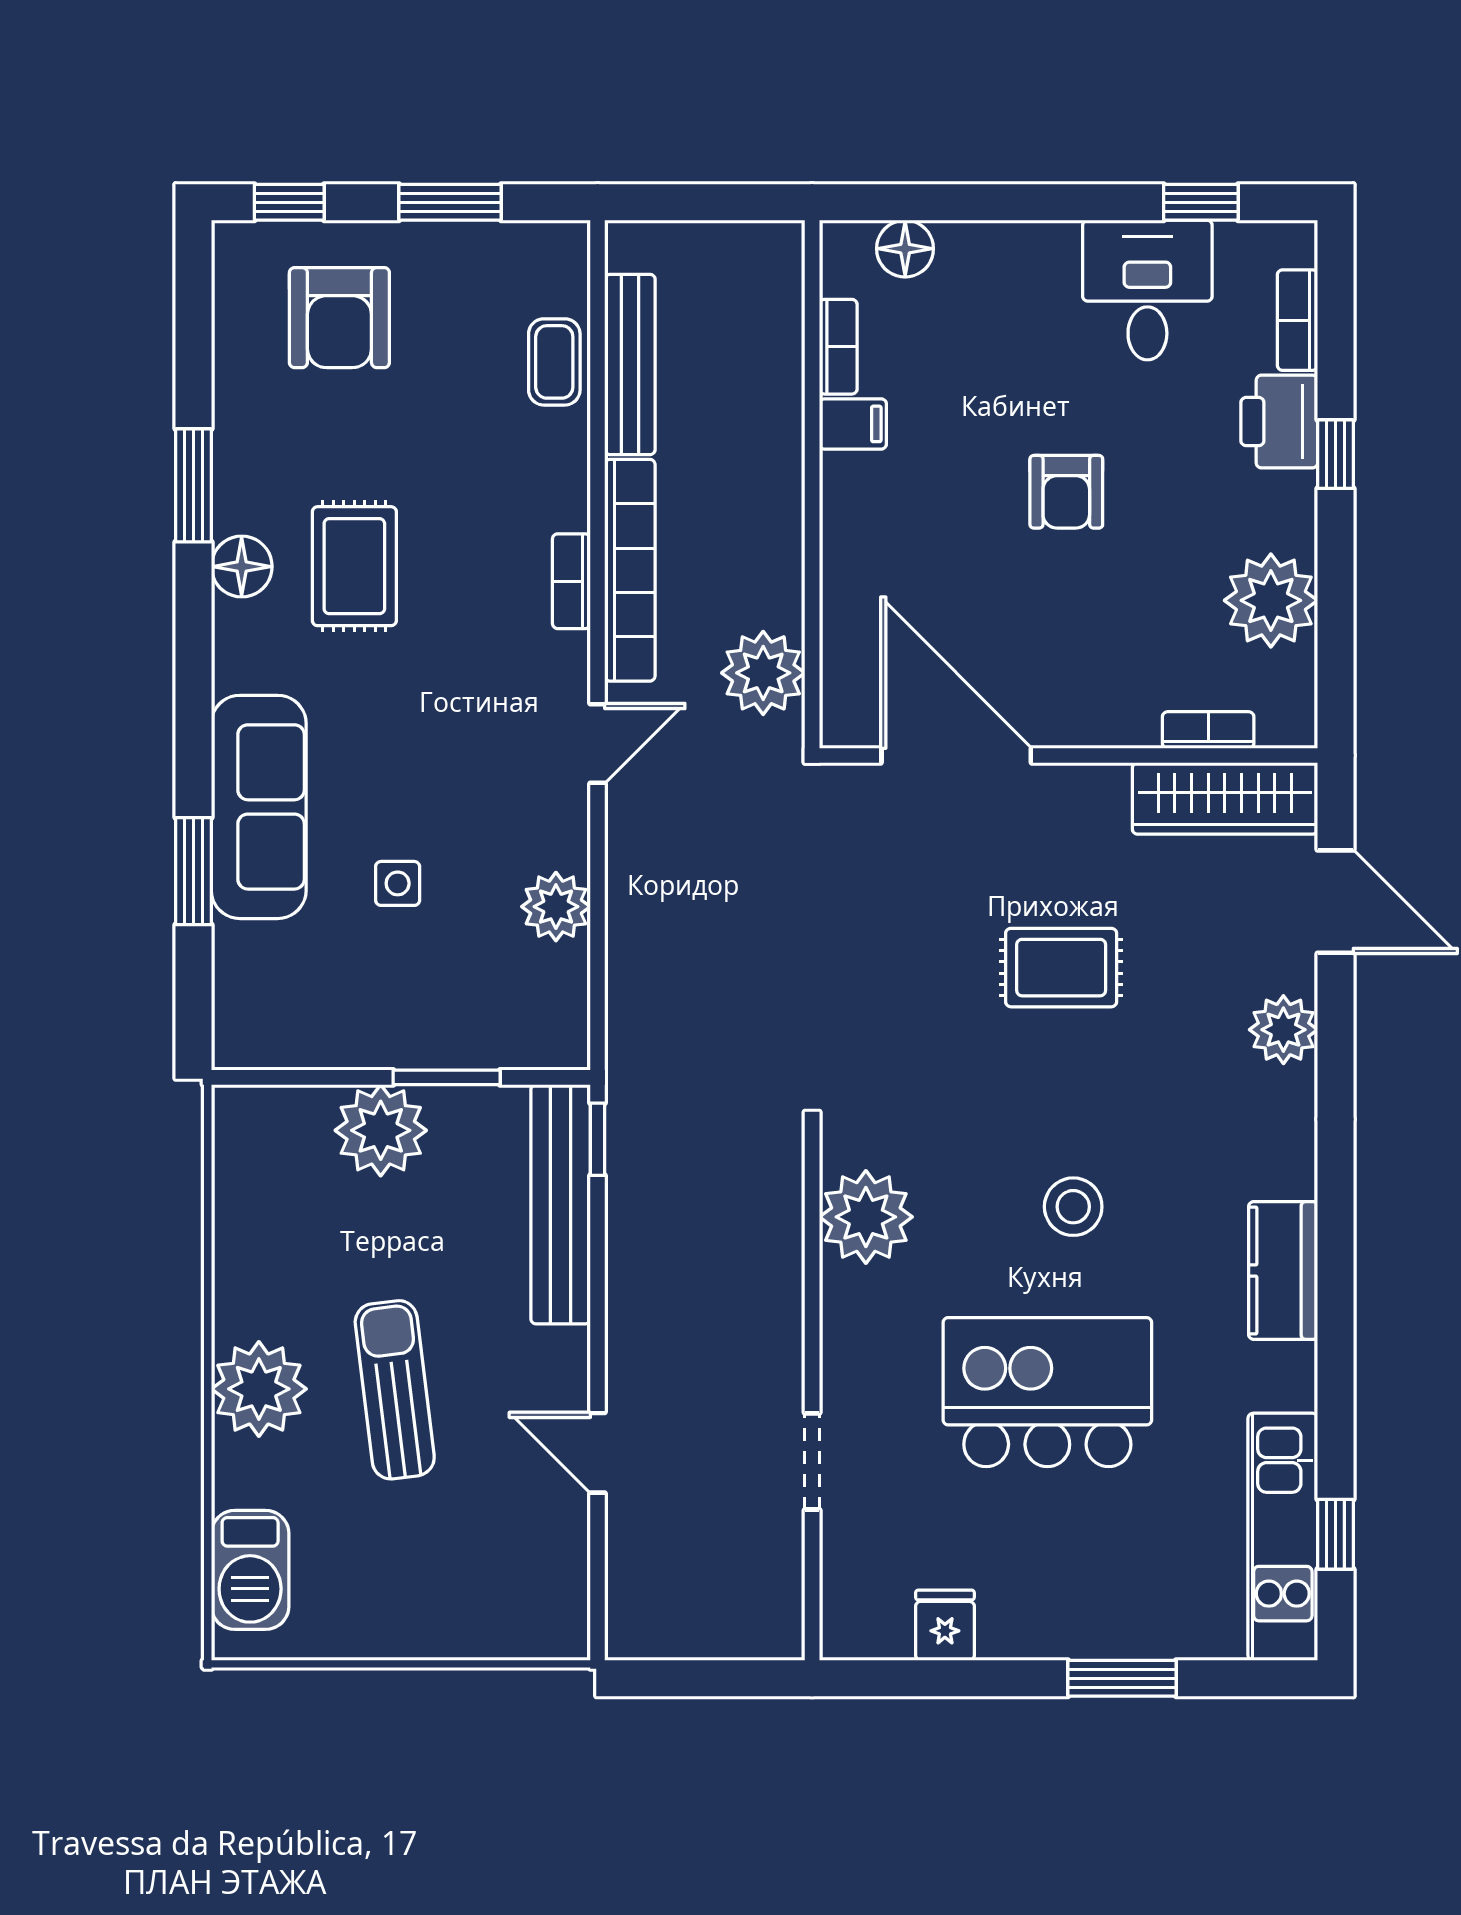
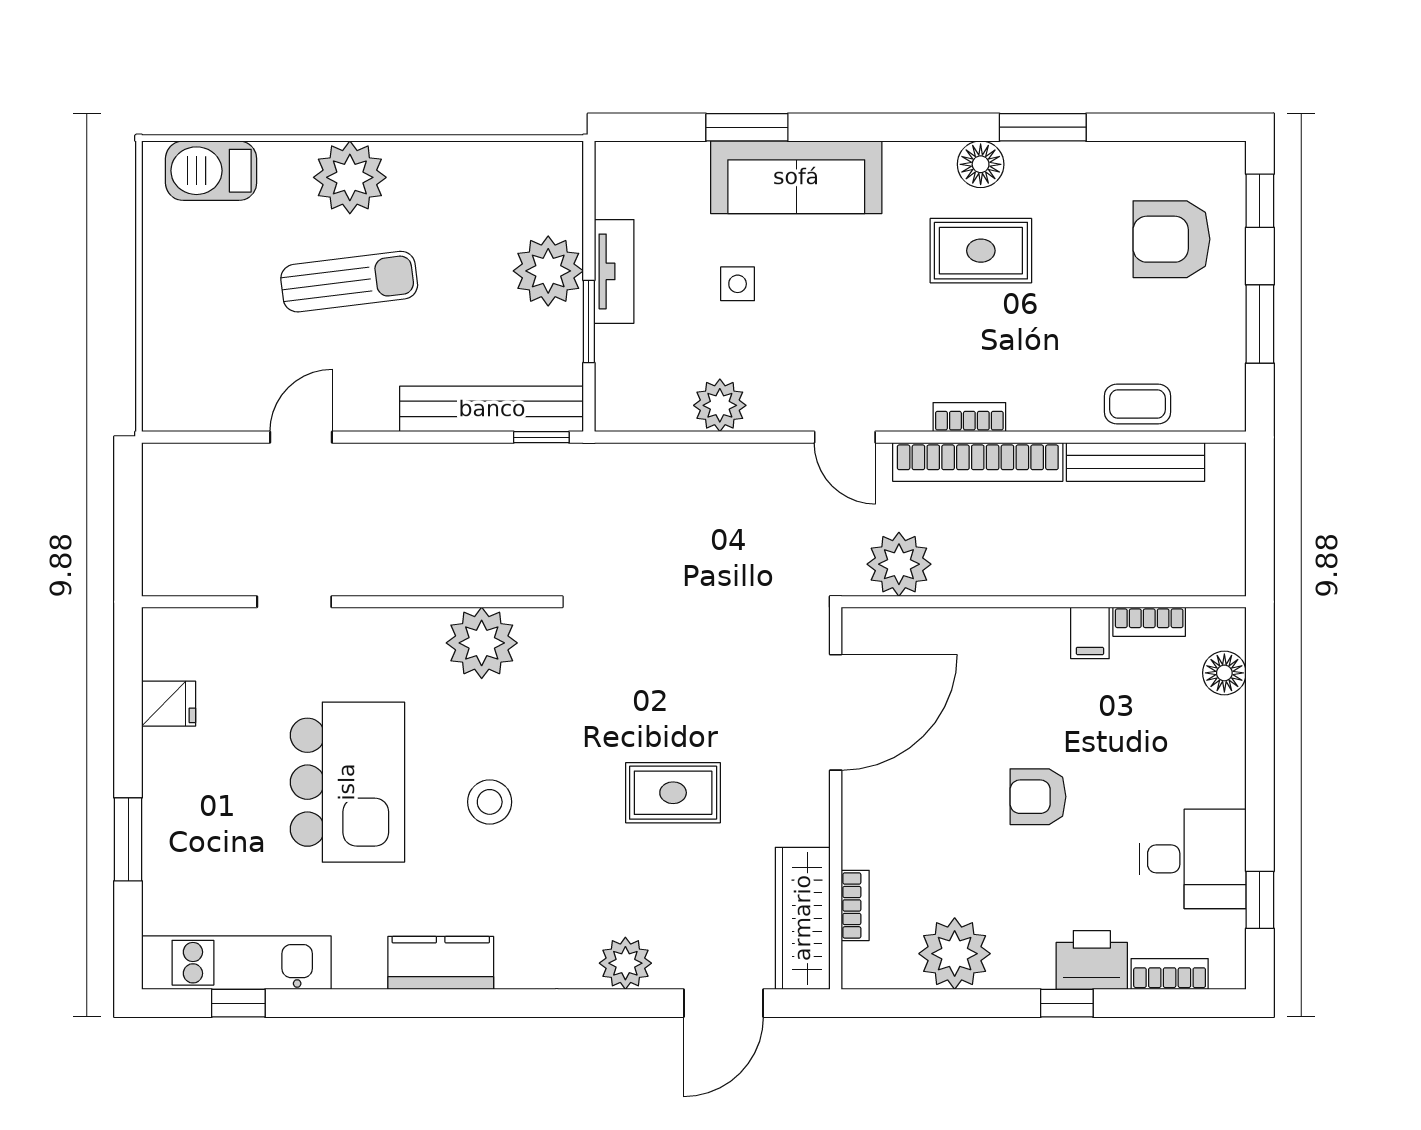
rug: (1061, 968) -> (673, 793), turned 90
tv unit: (381, 1044) -> (614, 271), added

